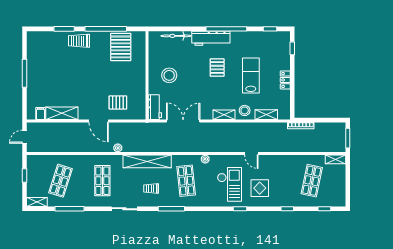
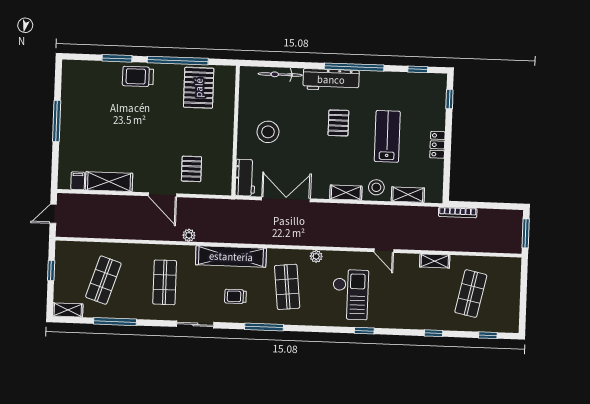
pallet: (118, 103) -> (191, 169), turned 90
shelving: (335, 159) -> (435, 261), moved
display table: (260, 188) -> (394, 302), removed

